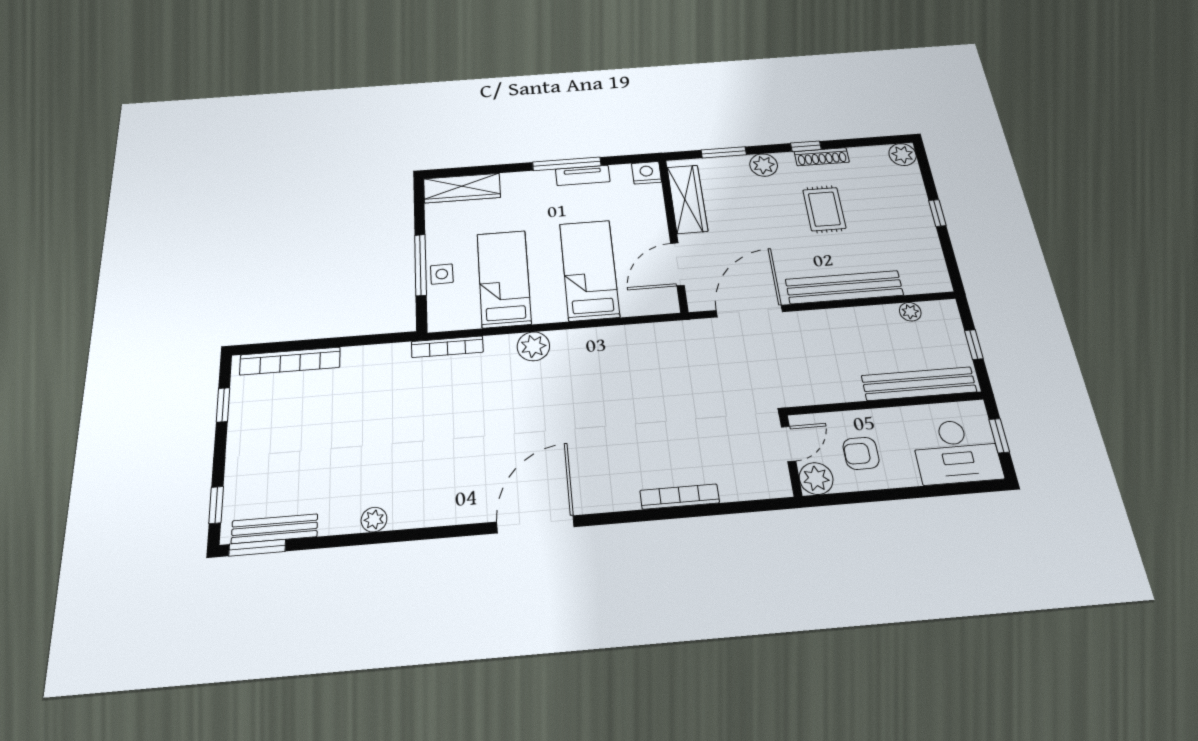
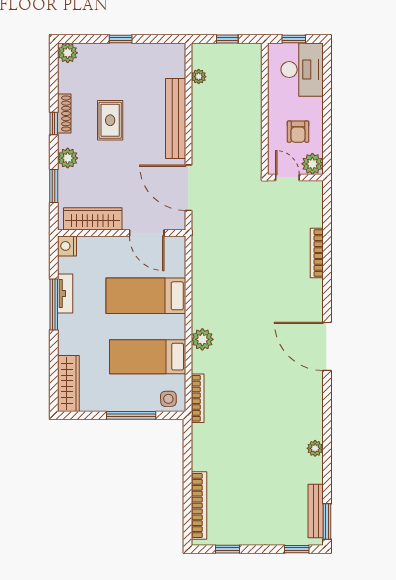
rug: (824, 209) -> (110, 120), turned 90
side table: (442, 274) -> (168, 399), moved
bench: (919, 384) -> (253, 83), removed

